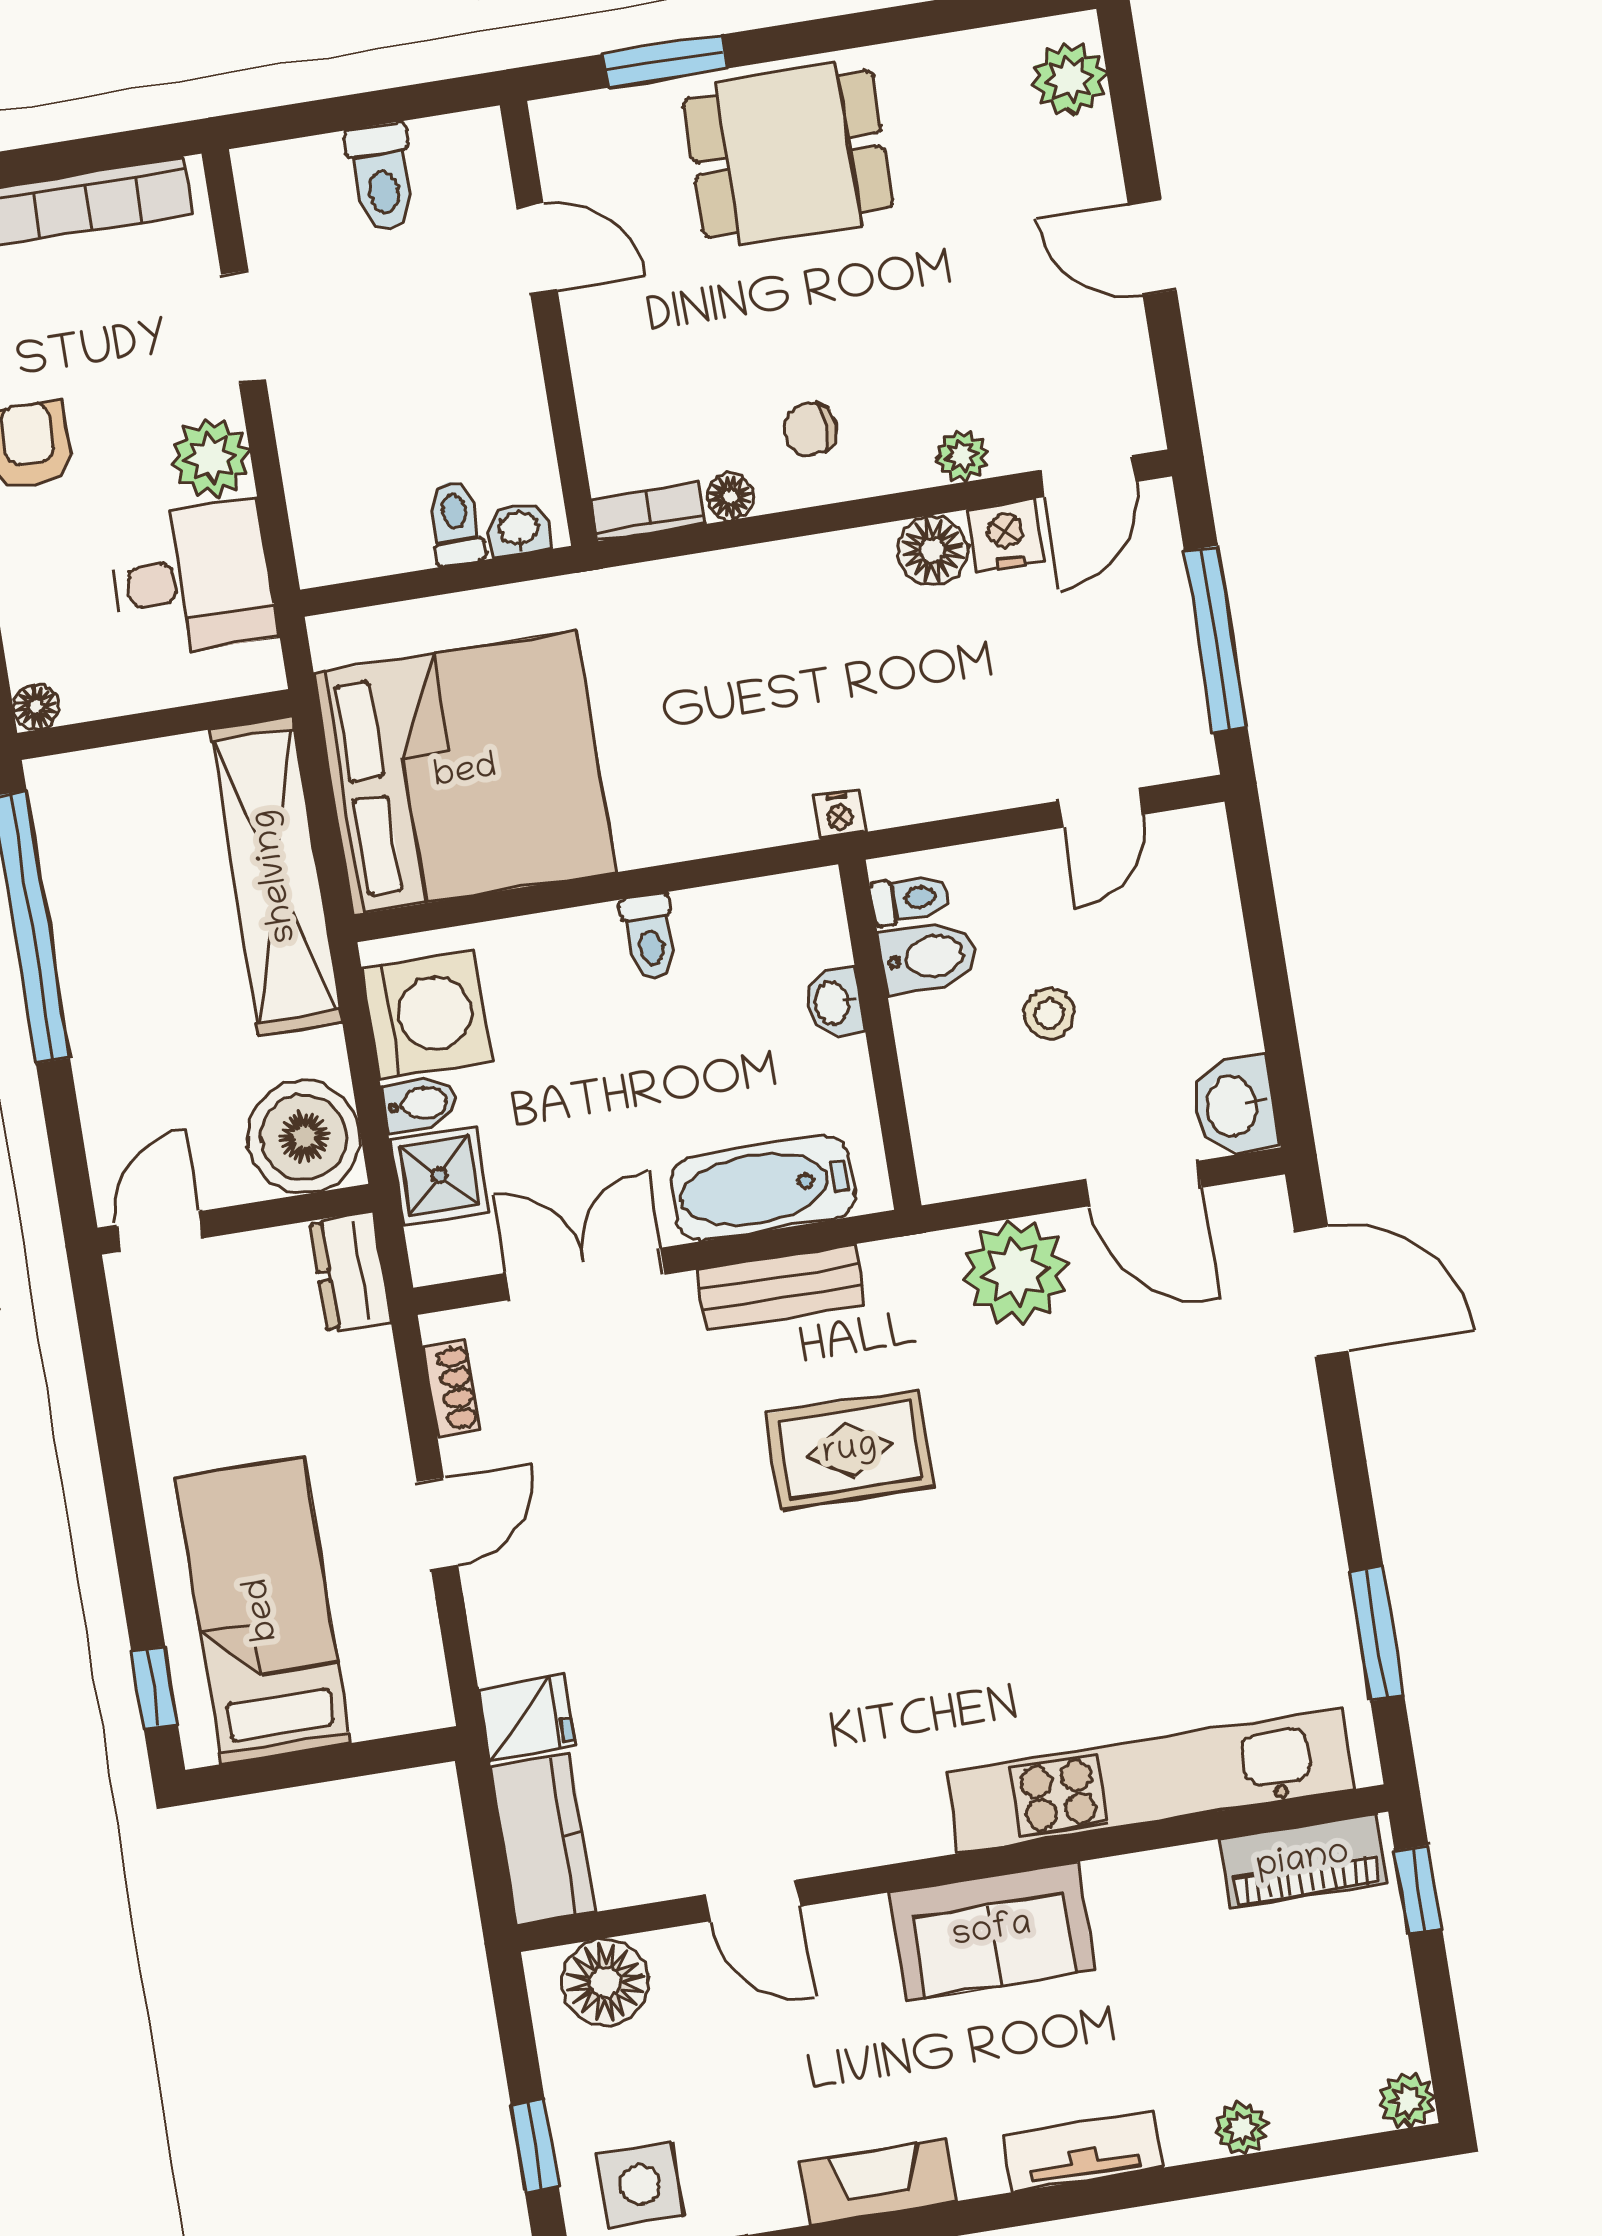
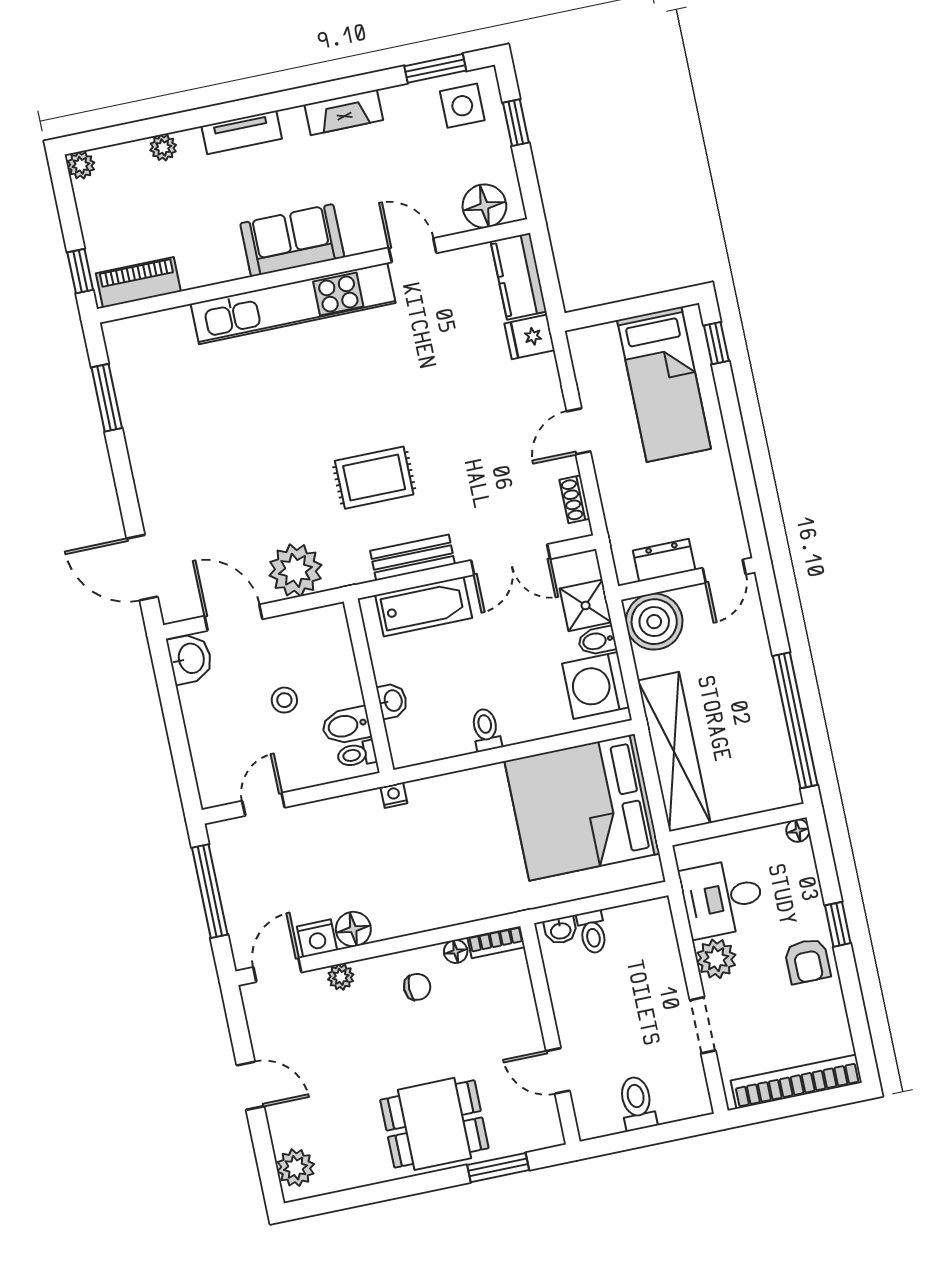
dresser: (350, 1272) -> (664, 560), moved, turned -90
kitchen unit: (1150, 1780) -> (293, 303), moved

